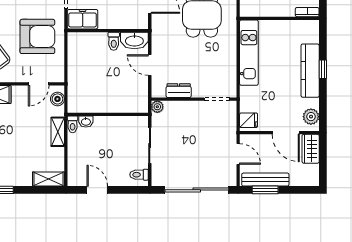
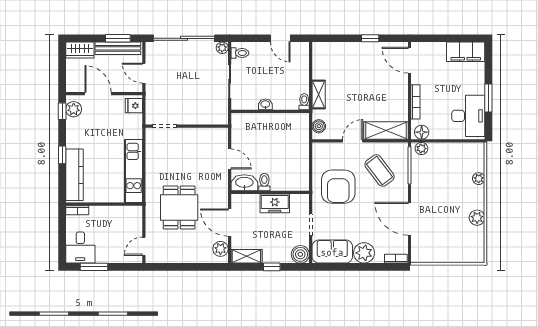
freezer: (83, 19) -> (275, 203), moved
armchair: (37, 36) -> (338, 187), turned -90
kitchen counter: (310, 71) -> (74, 175), moved
door: (39, 84) -> (353, 141), moved
dresser: (179, 91) -> (202, 134), removed
plant: (157, 107) -> (222, 48), moved
window: (323, 114) -> (62, 111), added
washbasin: (86, 122) -> (265, 104), moved
wardrobe: (311, 149) -> (80, 50), moved, turned 90
shelving: (48, 179) -> (327, 49), removed

